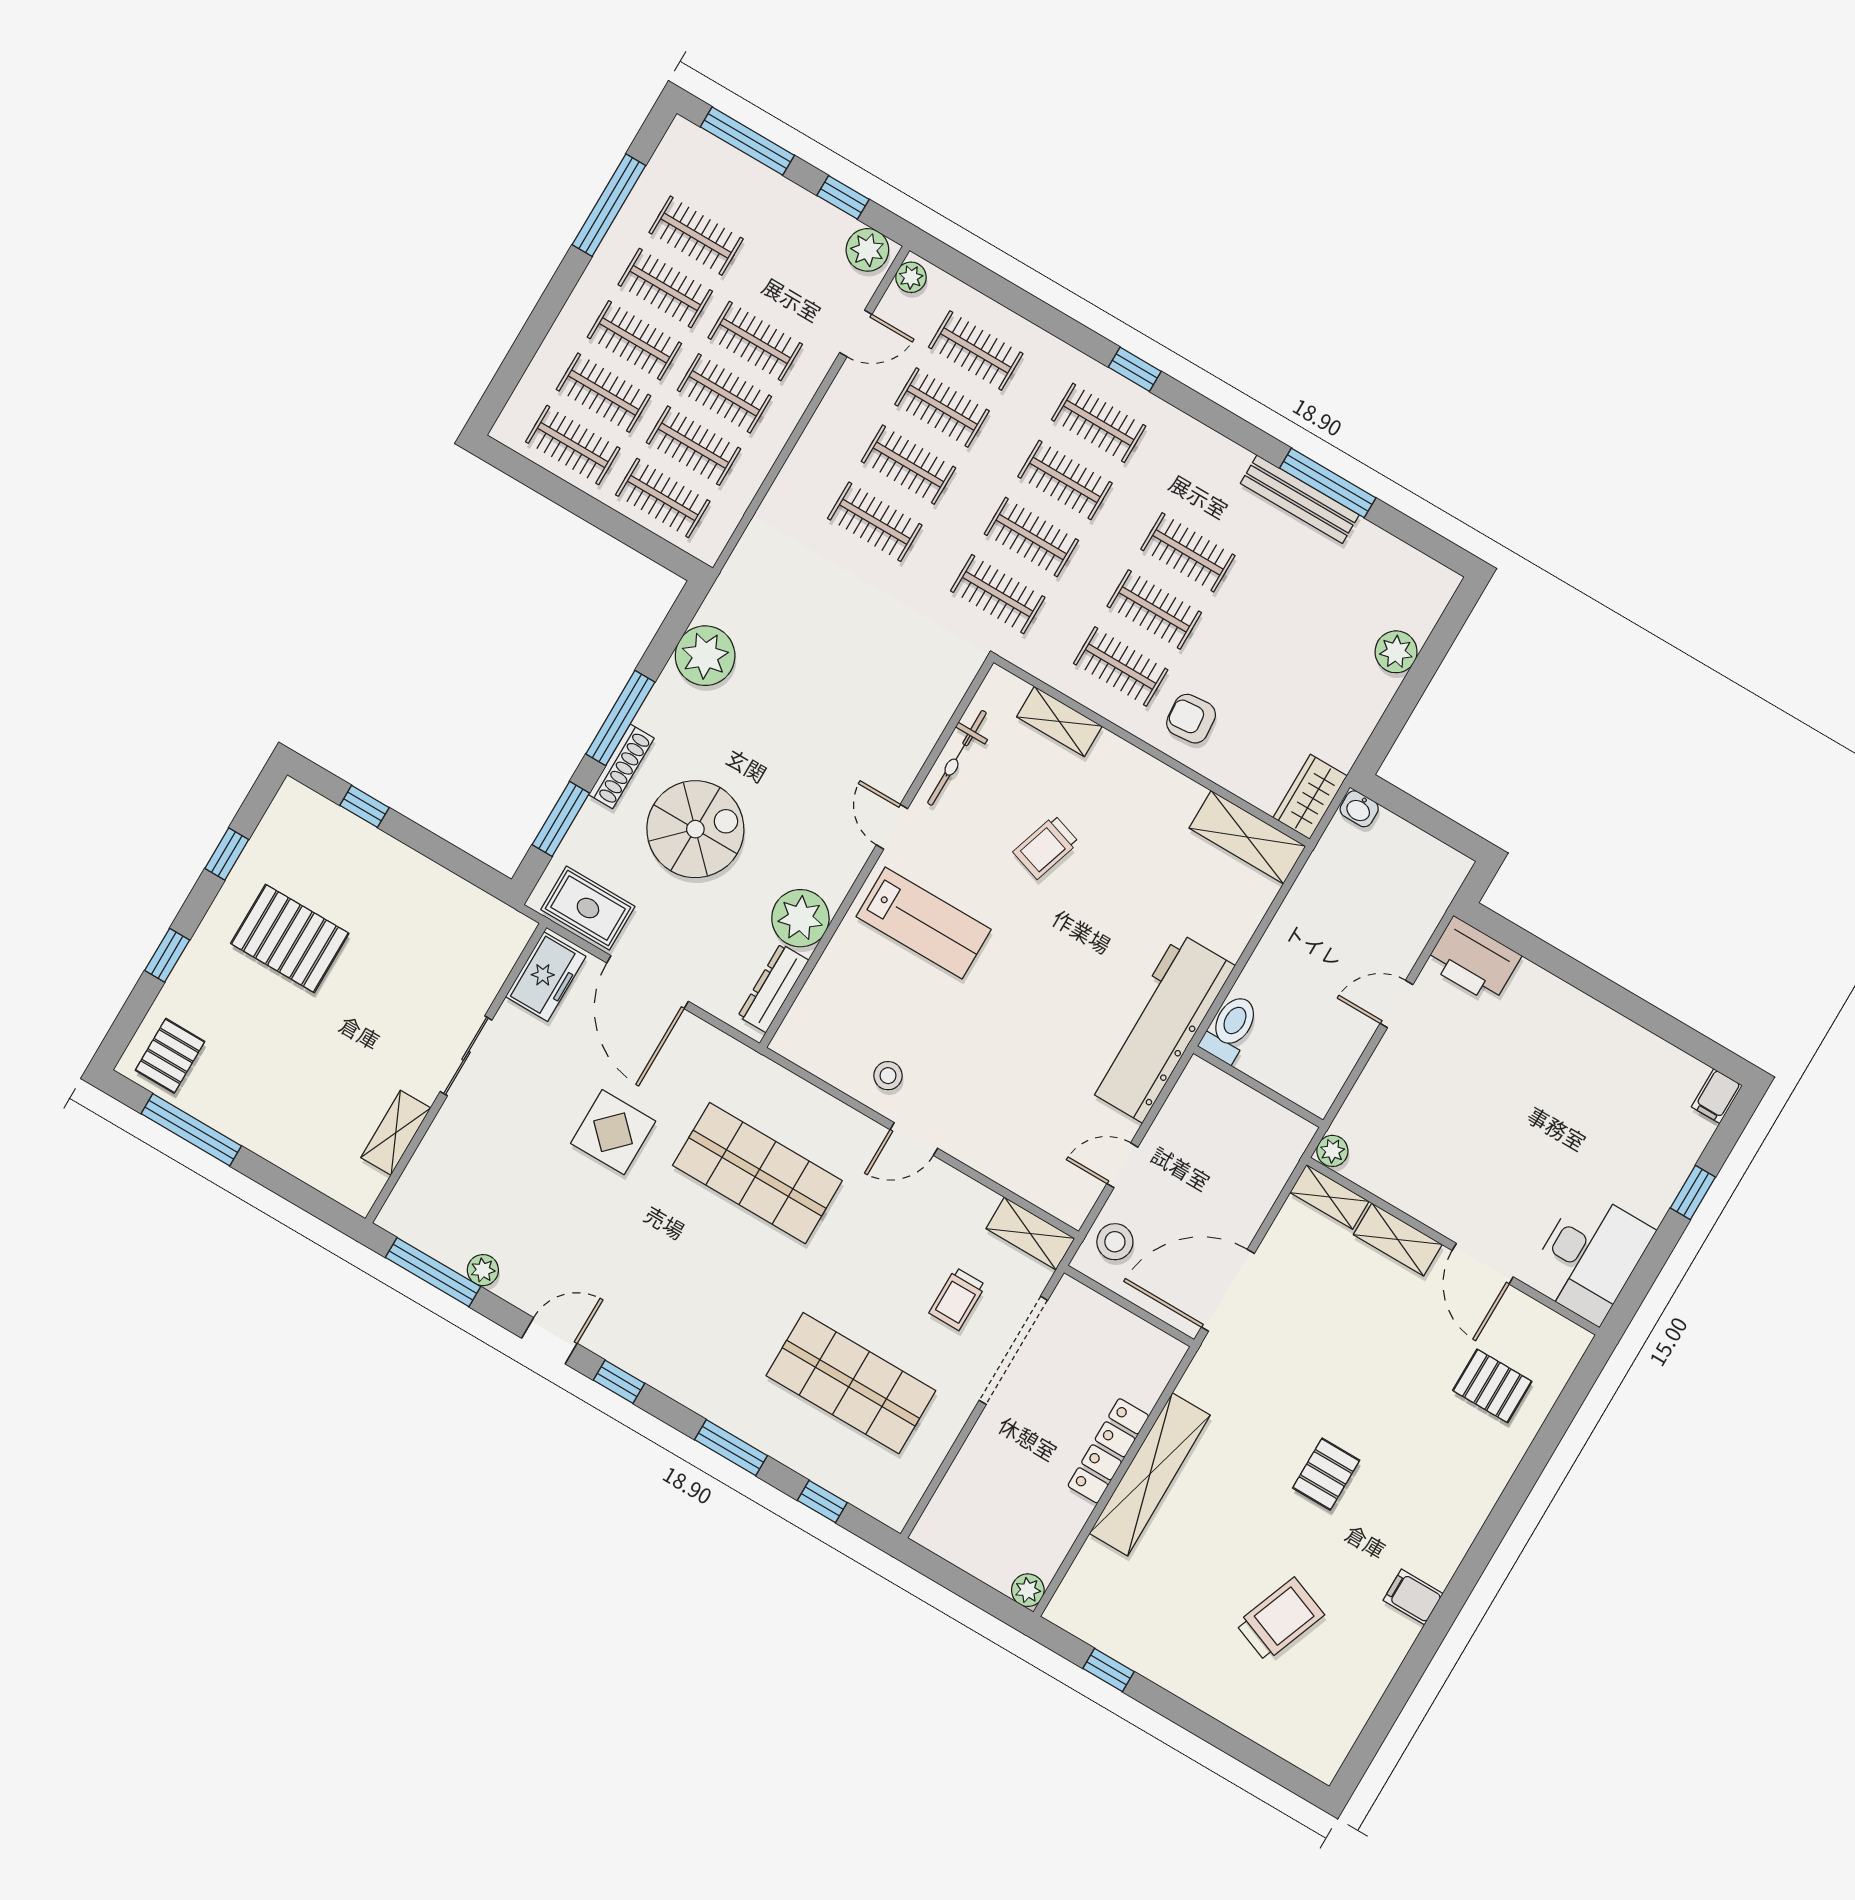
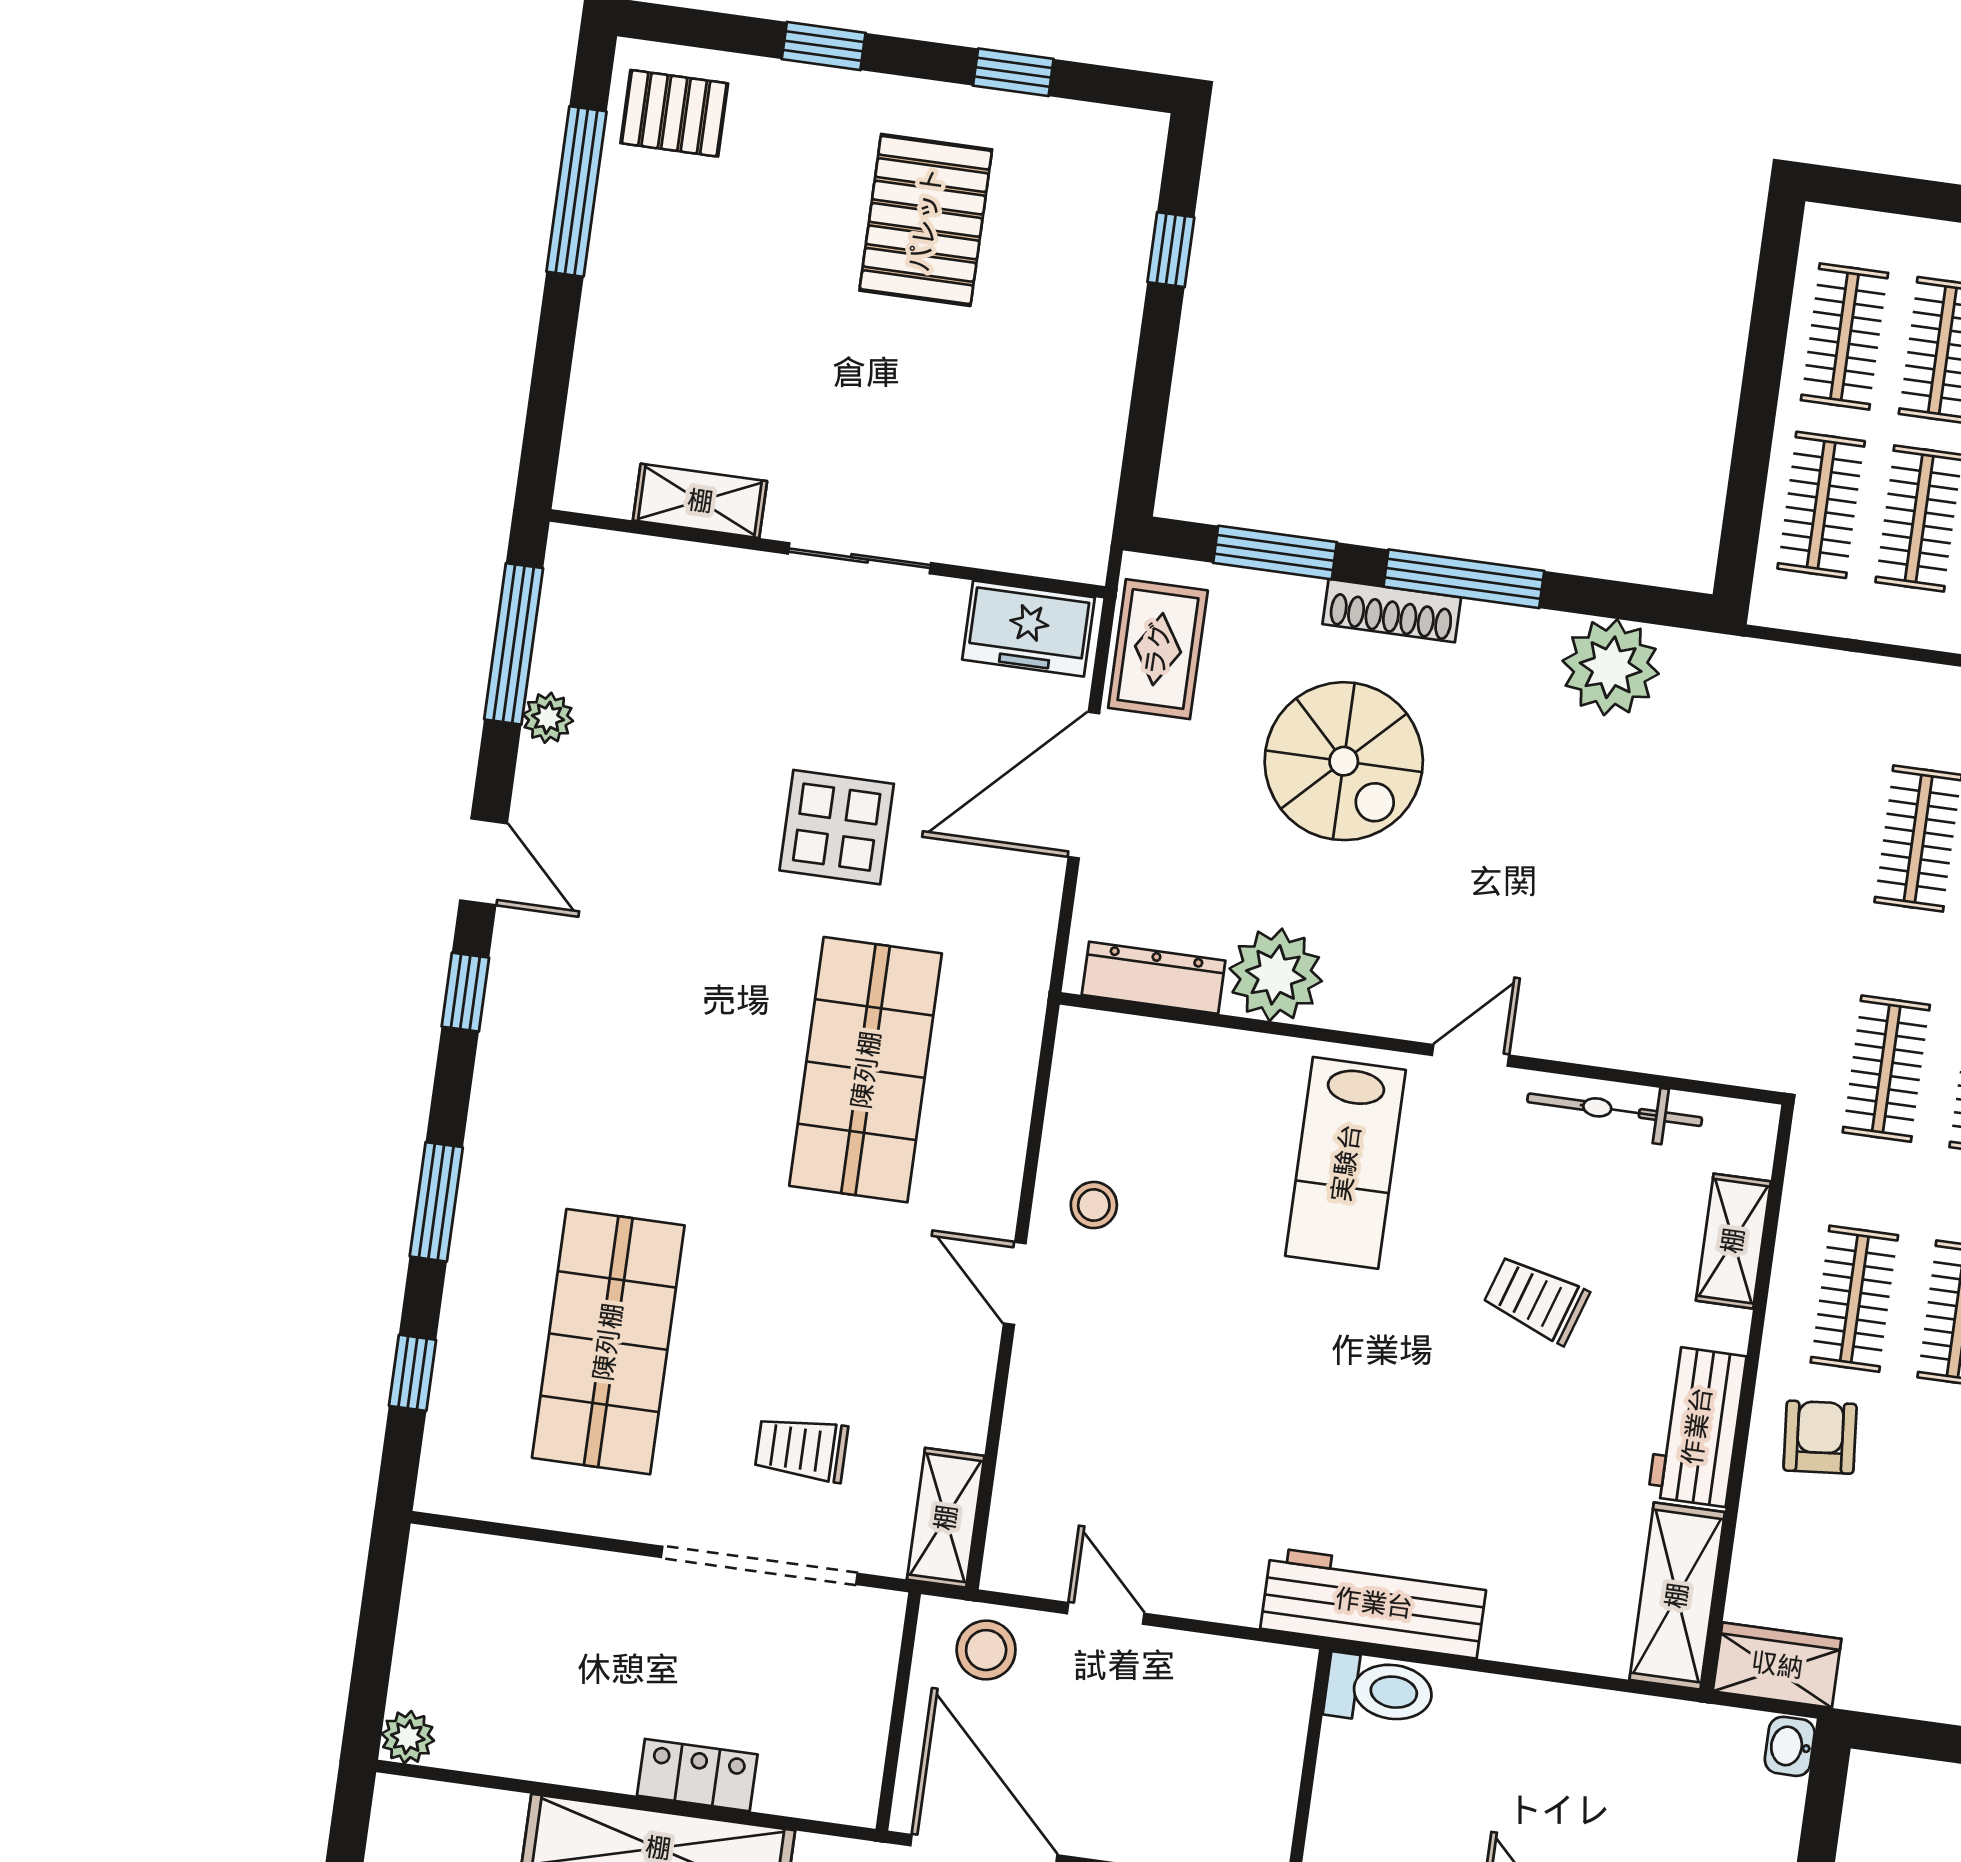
workbench: (1156, 786) -> (1697, 1426), added
workbench: (1160, 1028) -> (1374, 1603), width x0.73, depth x0.76
locker: (1108, 1451) -> (697, 1775), width x0.66

